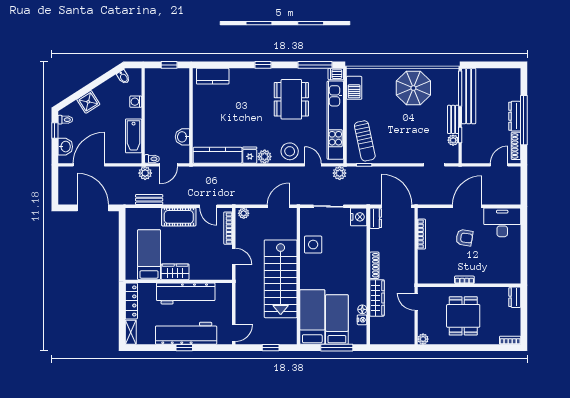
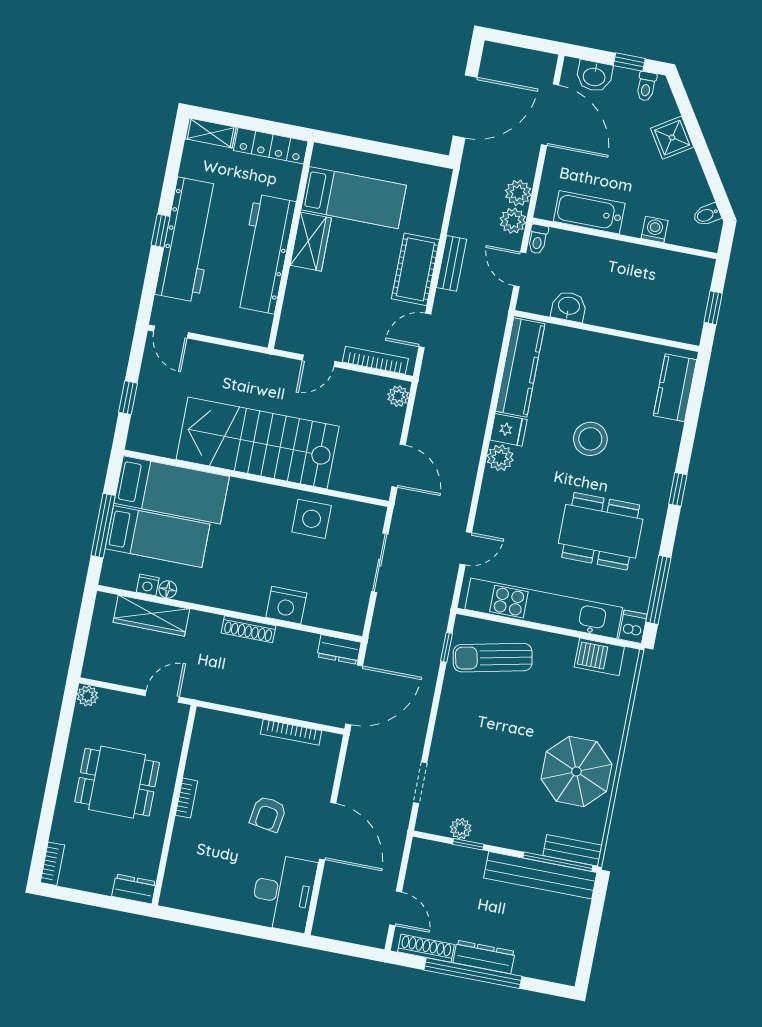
bench: (453, 119) -> (573, 850), moved
stool: (290, 151) -> (590, 439), moved
plant: (340, 173) -> (518, 193), moved
bench: (149, 200) -> (451, 263), moved
nightstand: (359, 217) -> (286, 605), moved
wardrobe: (377, 298) -> (151, 616), moved

